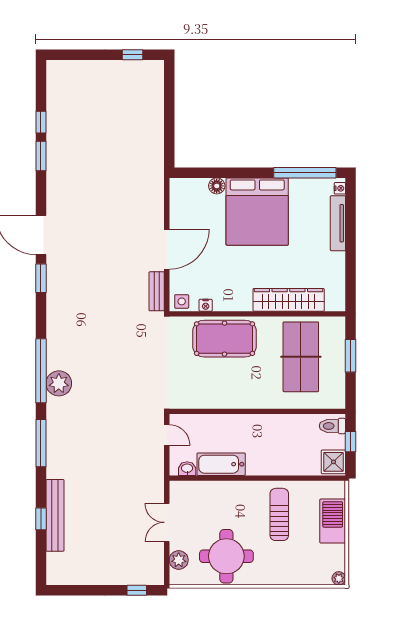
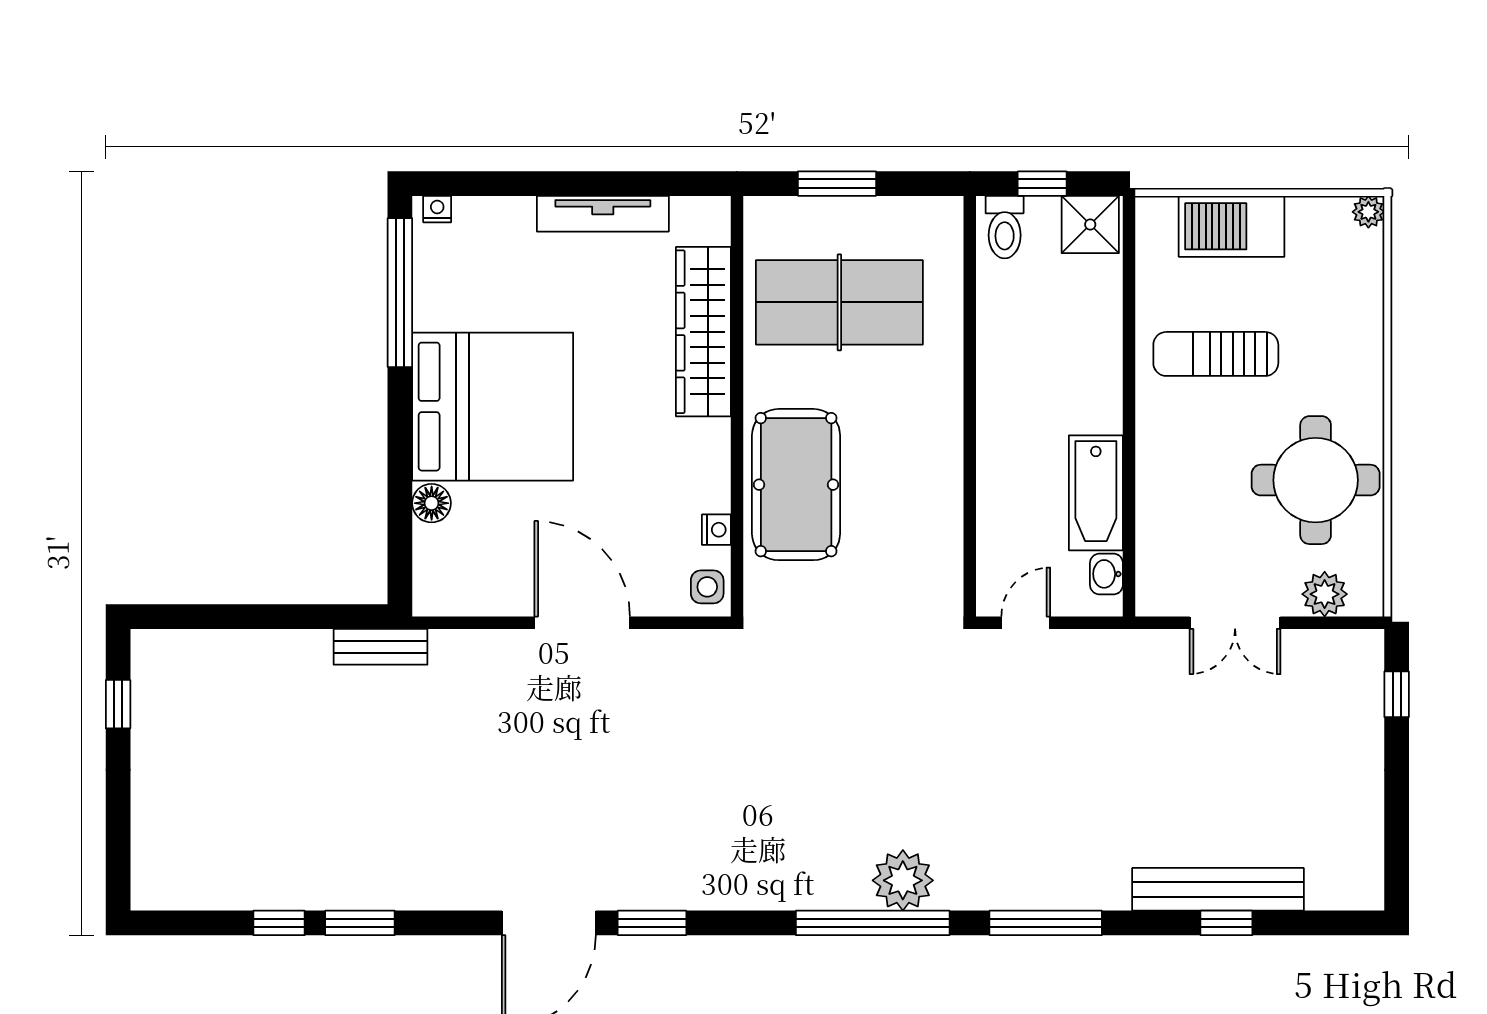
tv unit: (338, 223) -> (603, 214), moved
bench: (157, 291) -> (381, 647), moved

